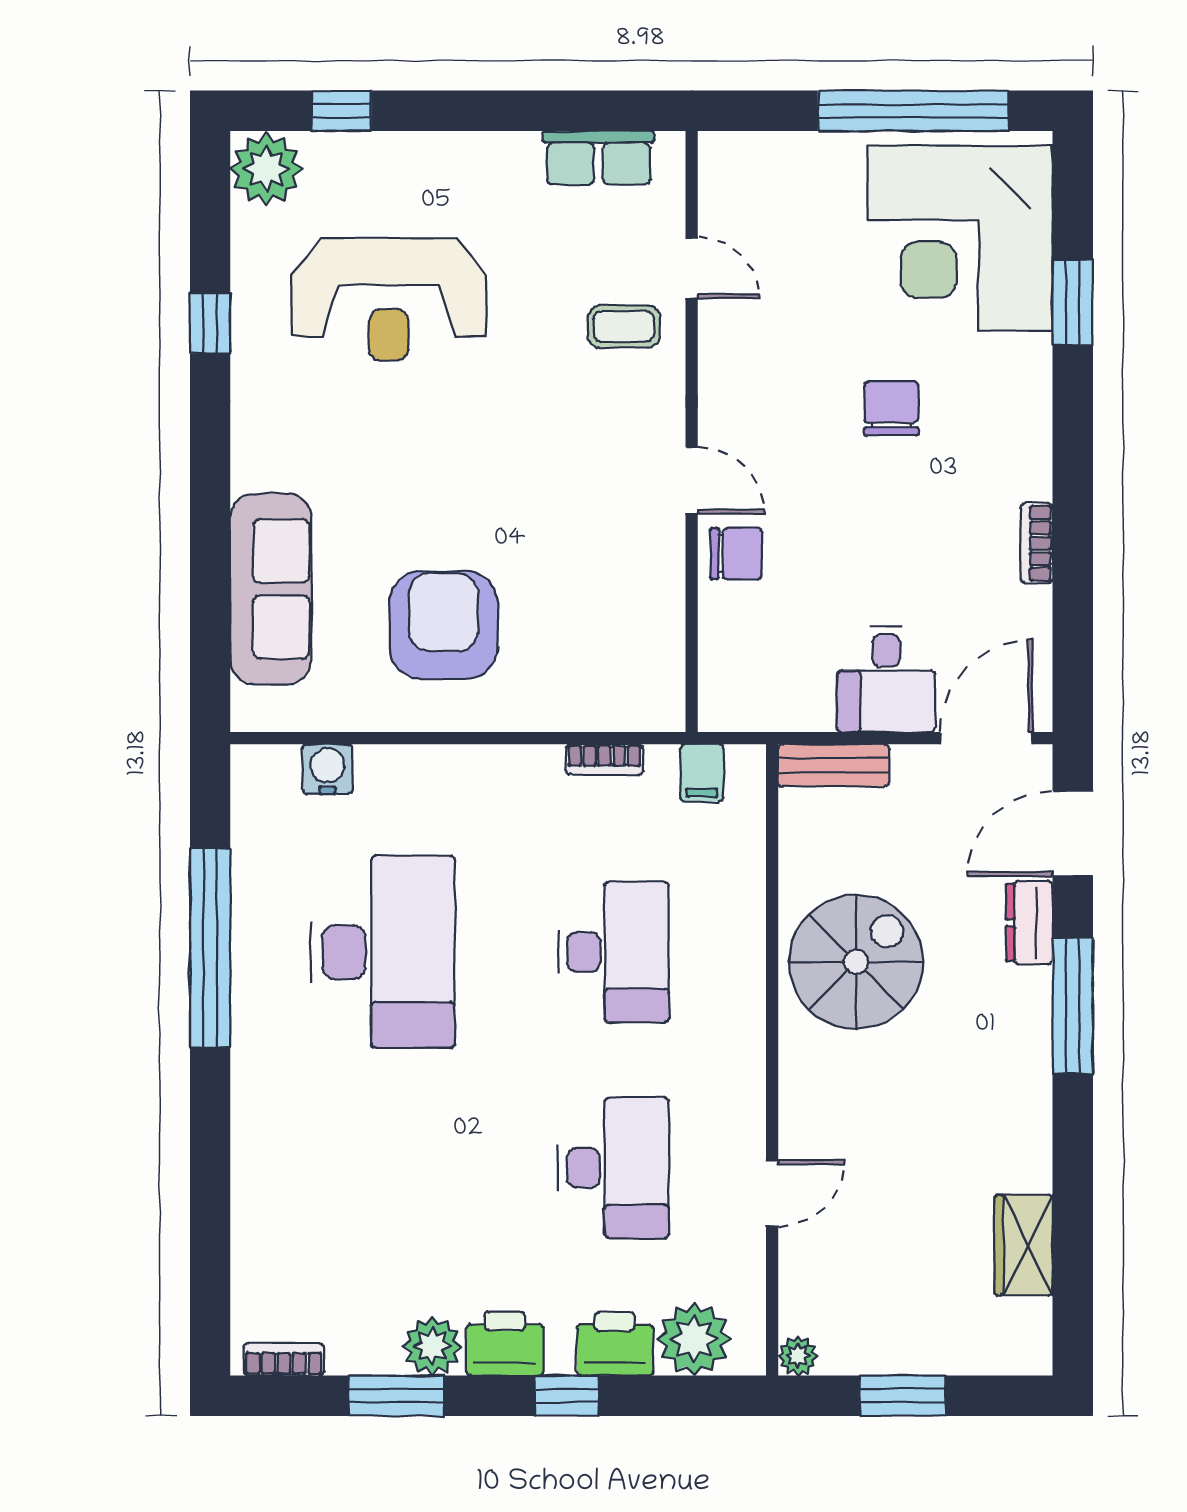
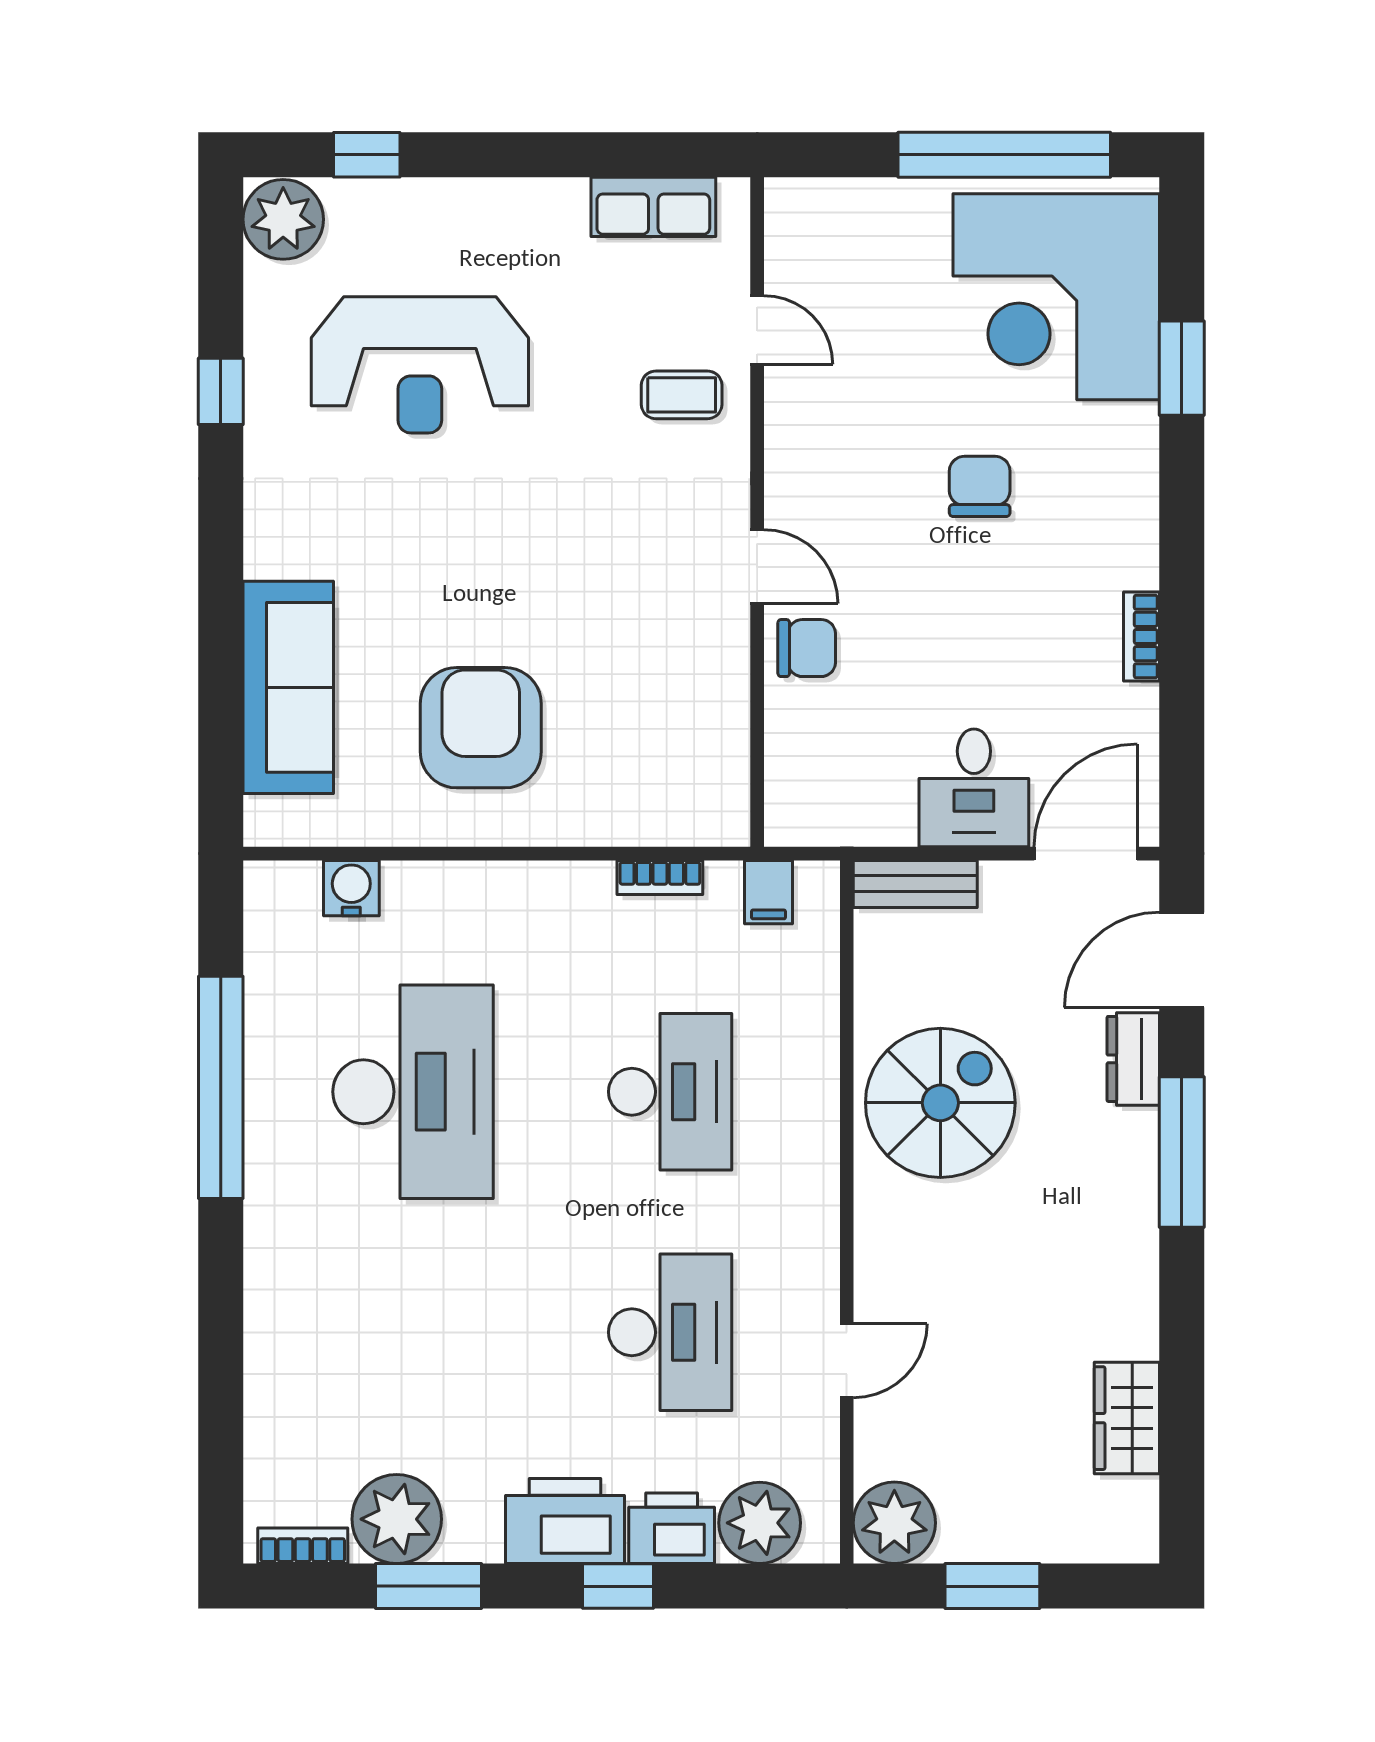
printer: (505, 1343) -> (565, 1521), width x1.37, depth x1.19
plant: (432, 1346) -> (397, 1519), moved, width x1.36, depth x1.36
plant: (798, 1356) -> (894, 1523), width x1.88, depth x1.88

